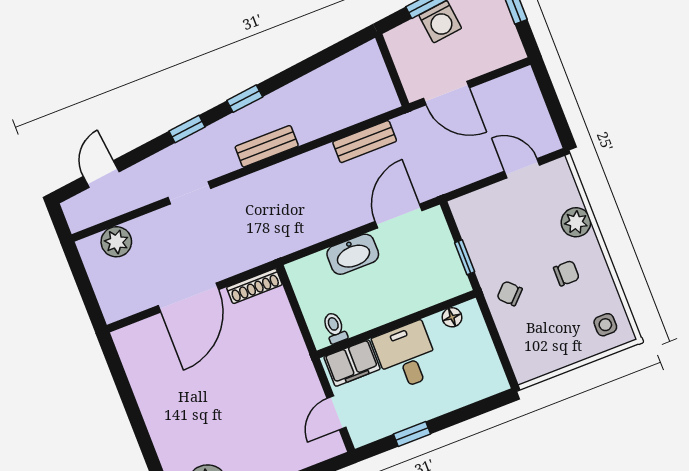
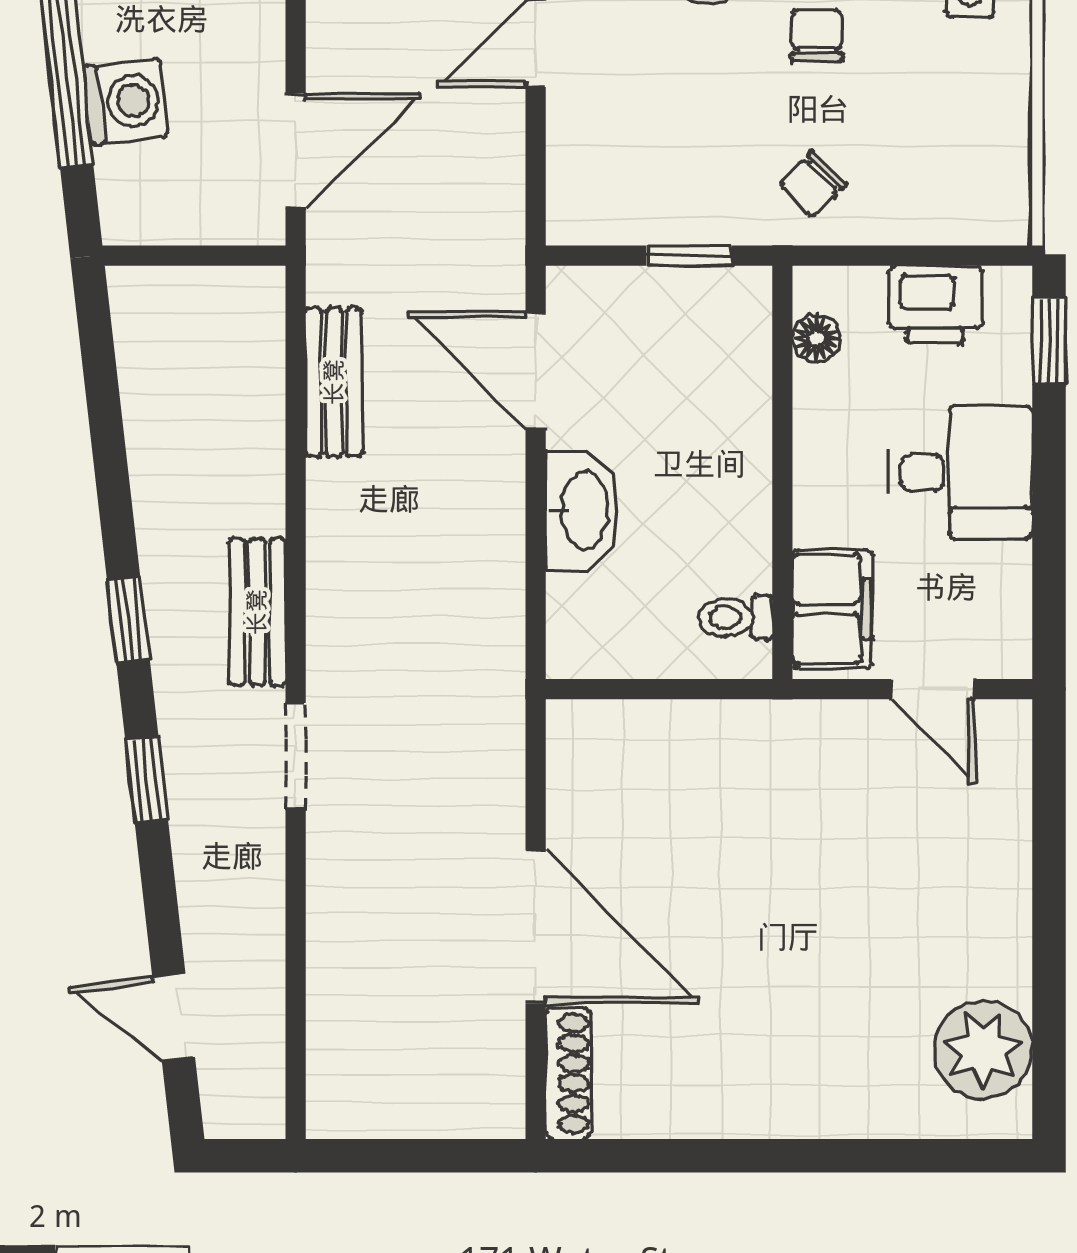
doorway: (189, 193) -> (296, 756), moved
plant: (116, 242) -> (343, 1043), removed
shoe rack: (254, 286) -> (568, 1073), moved
desk: (406, 356) -> (961, 472), moved, turned 180
printer: (482, 357) -> (935, 304), added
window: (412, 434) -> (1049, 341), moved

